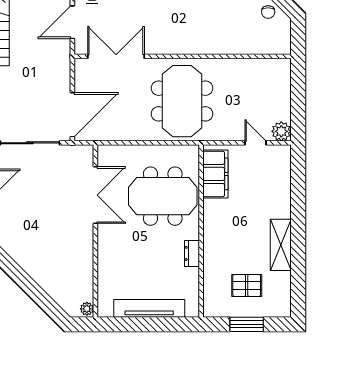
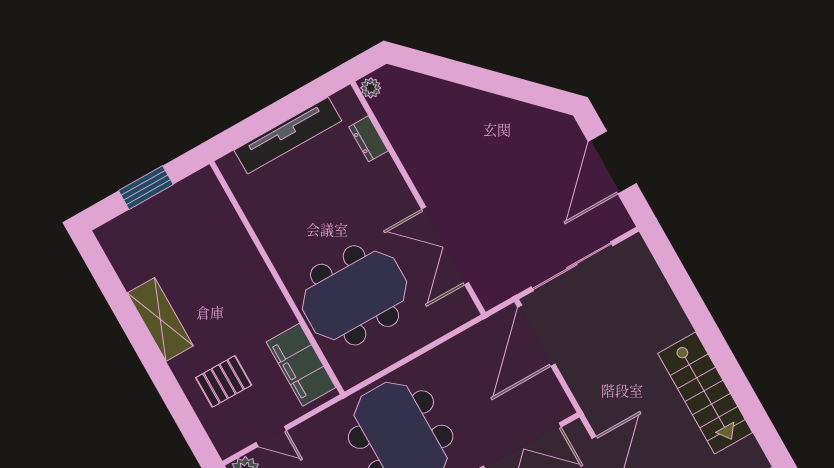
dresser: (192, 253) -> (368, 139), moved, turned 180
pallet: (247, 285) -> (224, 381), moved

